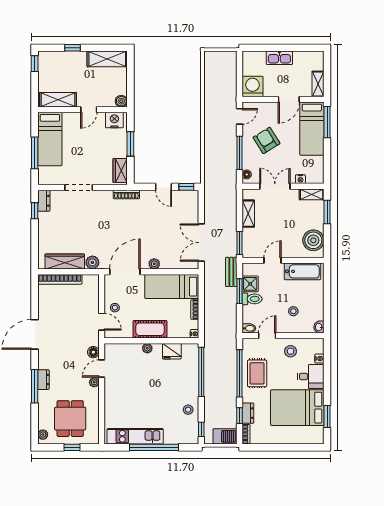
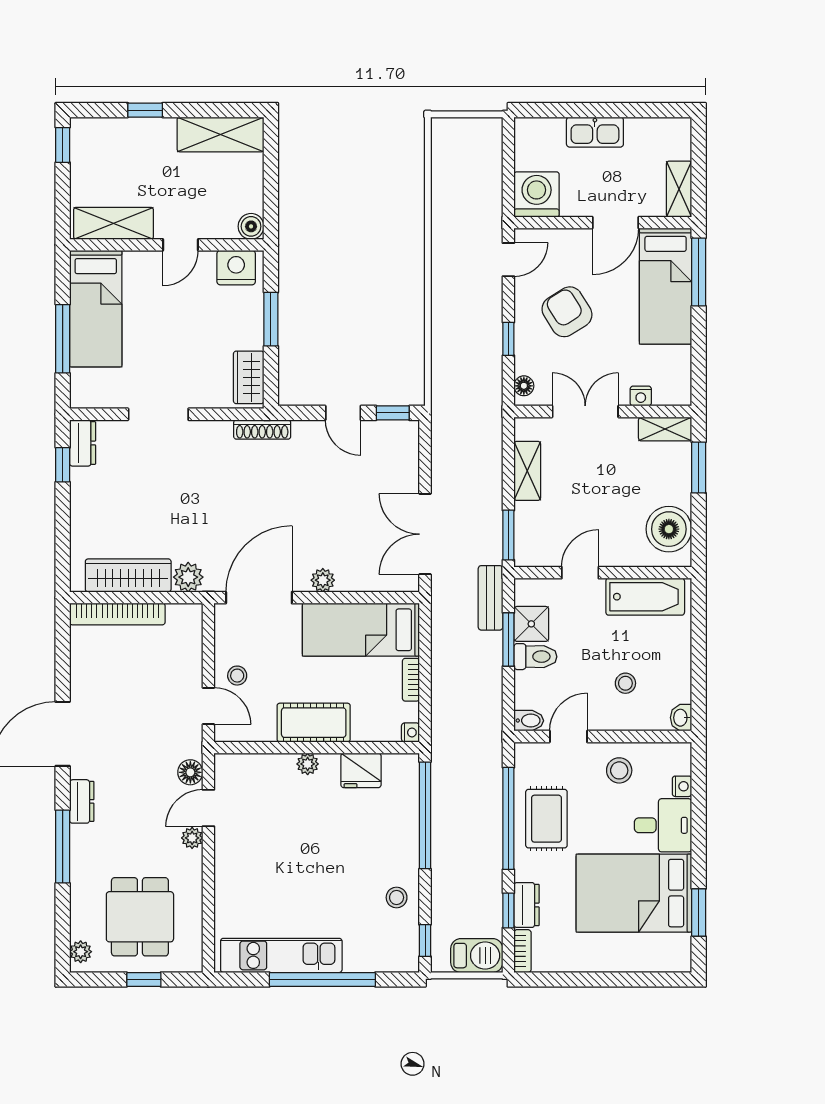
window: (240, 153) -> (508, 339), width x0.46
dresser: (43, 380) -> (82, 801), moved

